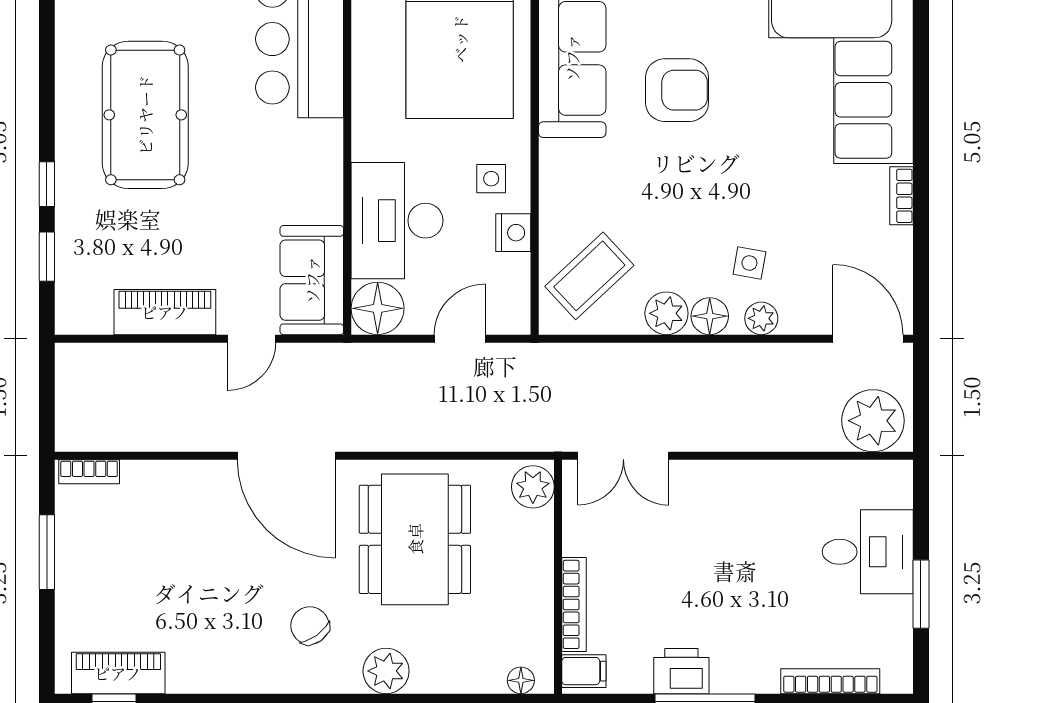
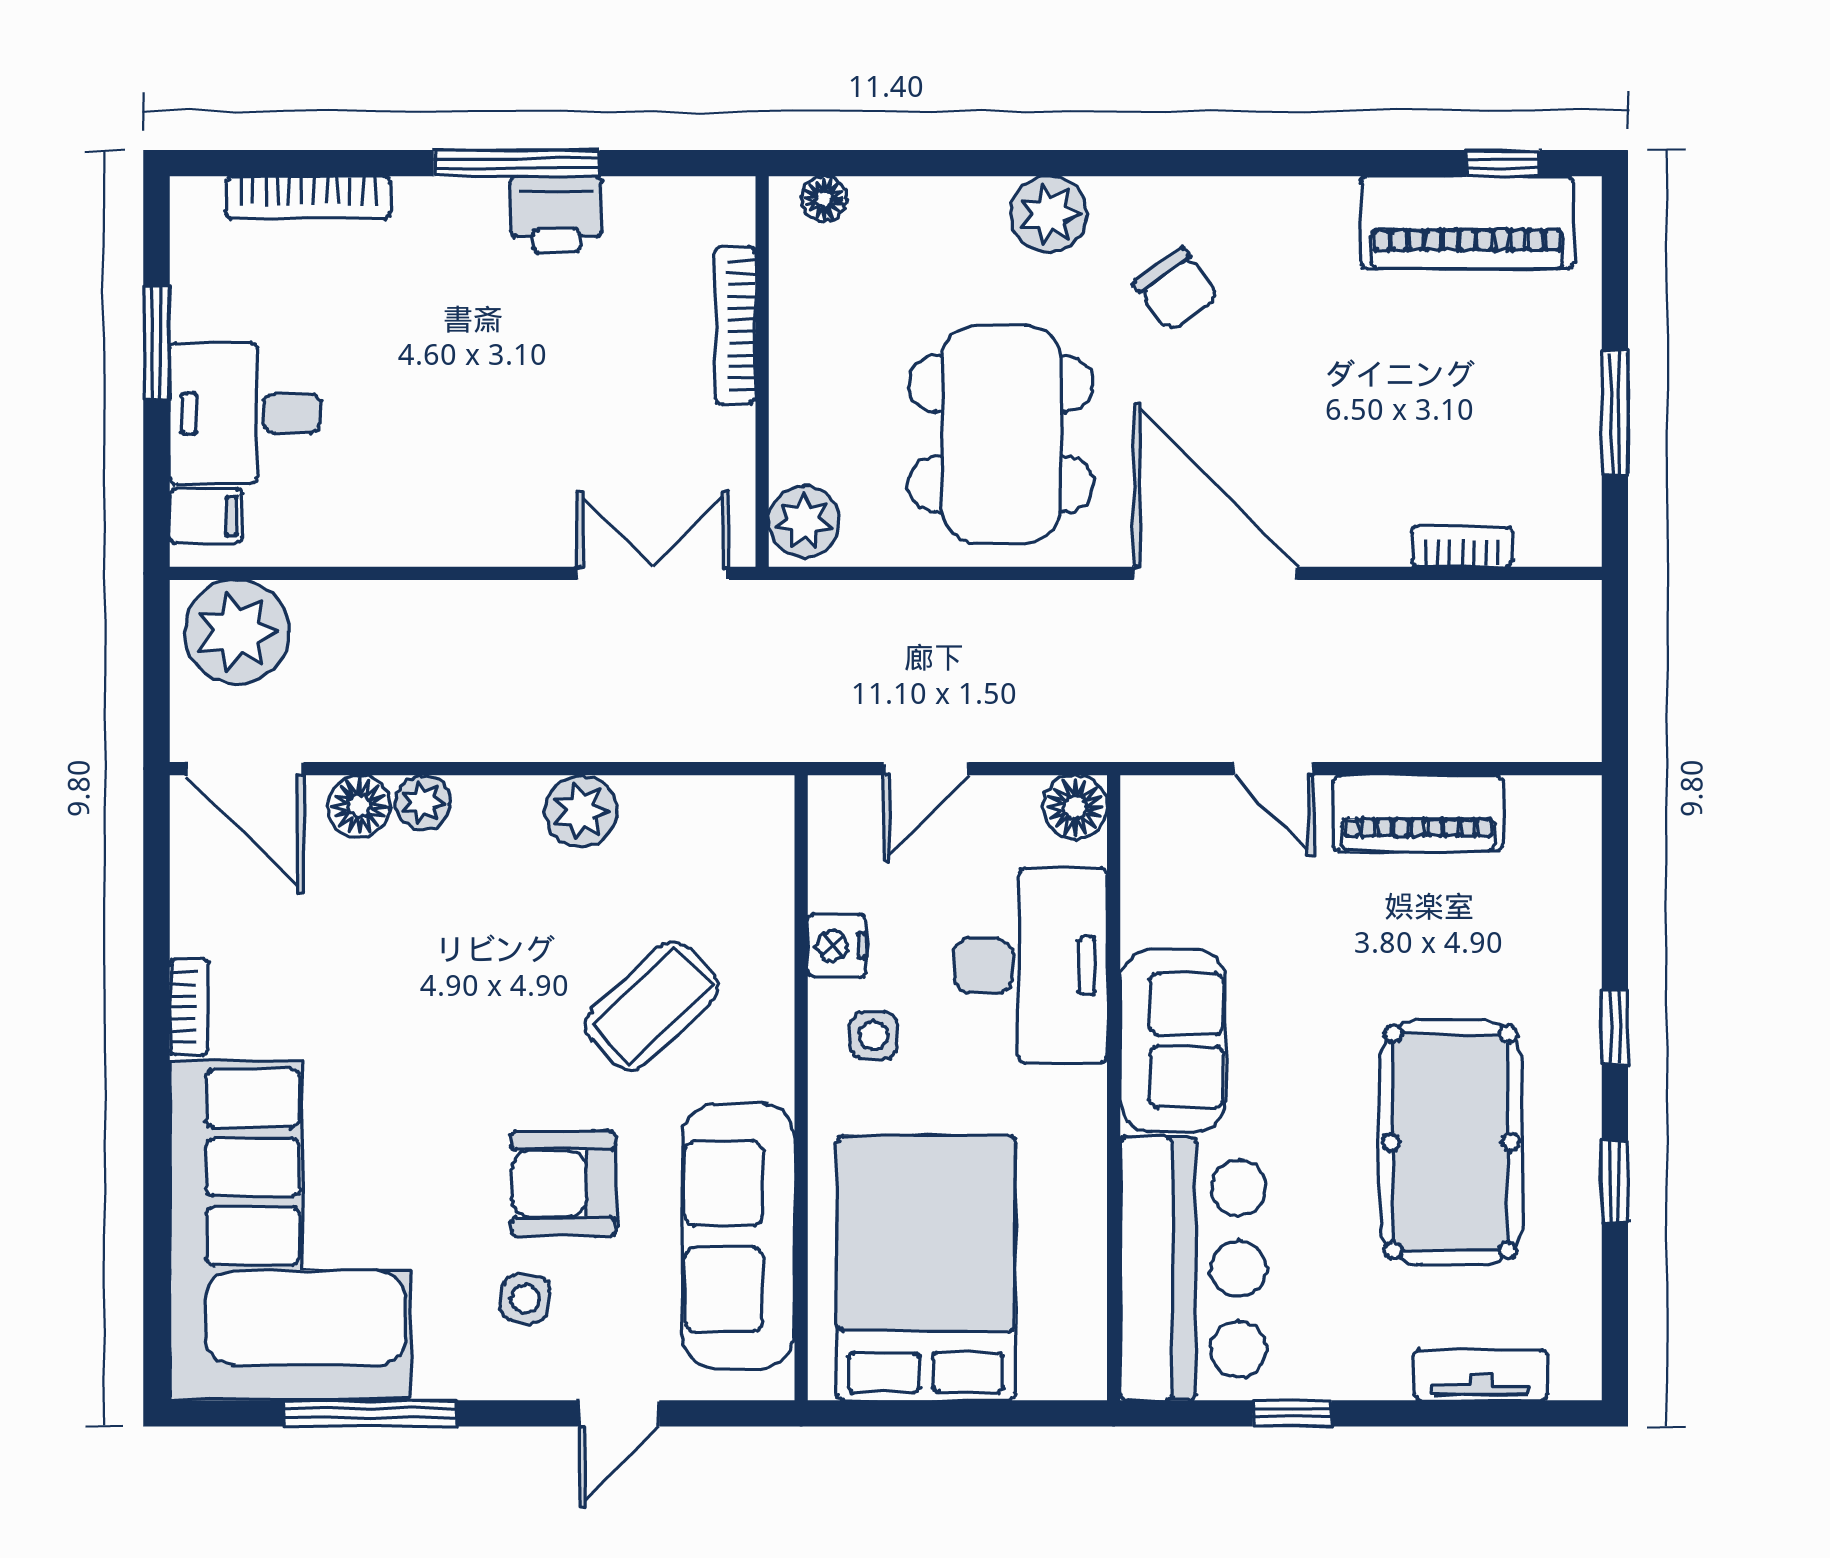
window: (47, 257) -> (1615, 1181), moved
side table: (749, 263) -> (525, 1299), moved
coffee table: (589, 276) -> (652, 1006), moved
sofa: (312, 280) -> (1173, 1040), moved
floor lamp: (378, 308) -> (1075, 807), width x0.73, depth x0.73
floor lamp: (710, 316) -> (359, 806), moved
door: (252, 339) -> (1273, 769), swing flipped
bookcase: (89, 472) -> (1462, 547), moved
filing cabinet: (584, 671) -> (206, 516), moved, turned 180
piano: (118, 673) -> (1467, 222), width x1.37, depth x1.33

